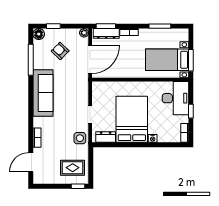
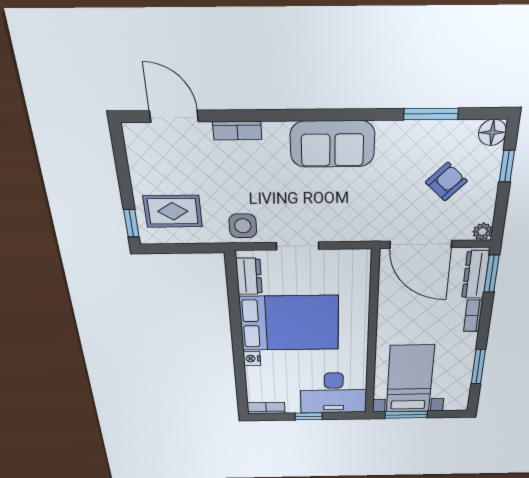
window: (31, 60) -> (431, 114), width x0.69
sofa: (43, 93) -> (332, 144), width x0.73
rug: (73, 168) -> (173, 211), turned 90

